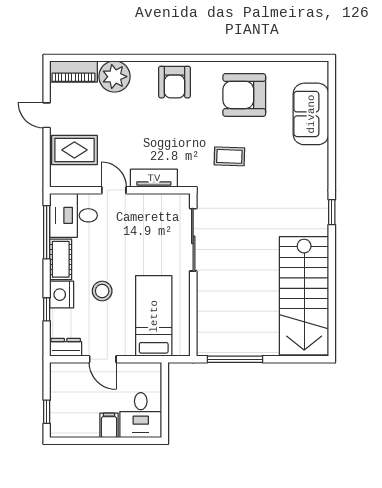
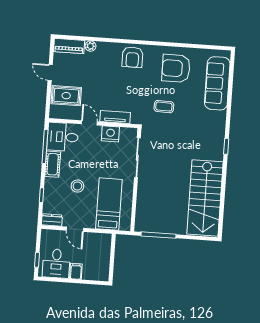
plant: (115, 77) -> (91, 46), width x0.53, depth x0.53
sofa: (311, 114) -> (217, 83), width x1.36
nightstand: (62, 295) -> (110, 134), moved, turned 90
desk: (141, 415) -> (56, 263), moved

